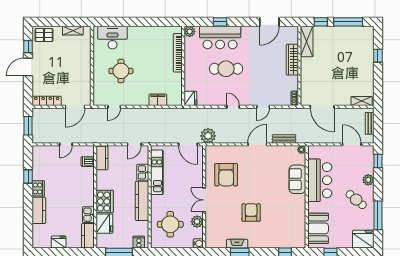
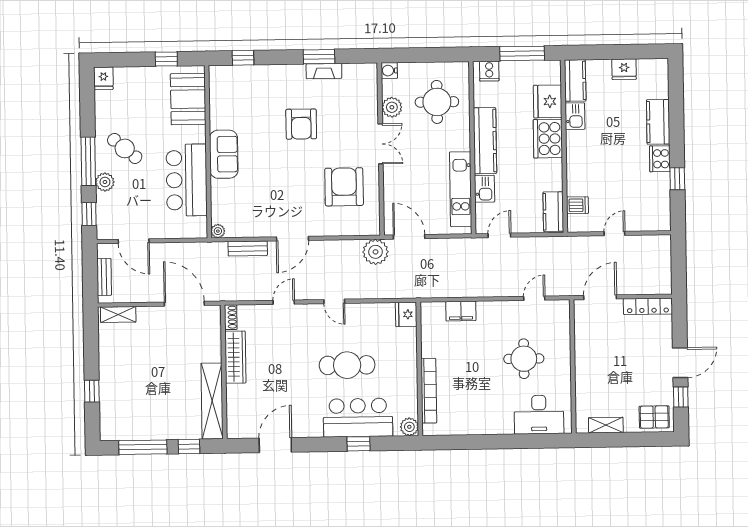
shelving: (307, 41) -> (212, 401), width x1.47
wardrobe: (292, 60) -> (235, 357), moved
window: (28, 126) -> (679, 264), removed
sofa: (297, 179) -> (224, 154), moved
window: (378, 215) -> (88, 161), moved
fridge: (363, 239) -> (103, 78), width x0.53, depth x0.75

